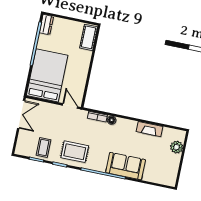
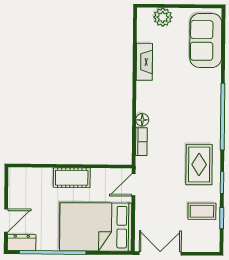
door: (63, 17) -> (6, 221), added
cot: (89, 37) -> (72, 178), moved
sofa: (126, 166) -> (206, 40), moved

